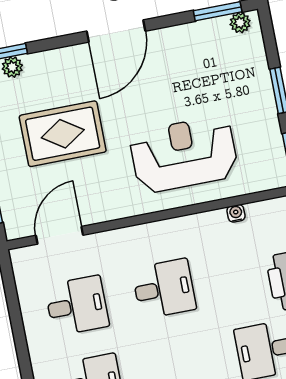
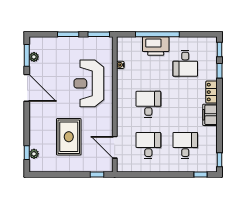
plant: (240, 23) -> (34, 57), moved
door: (116, 31) -> (27, 88), moved

